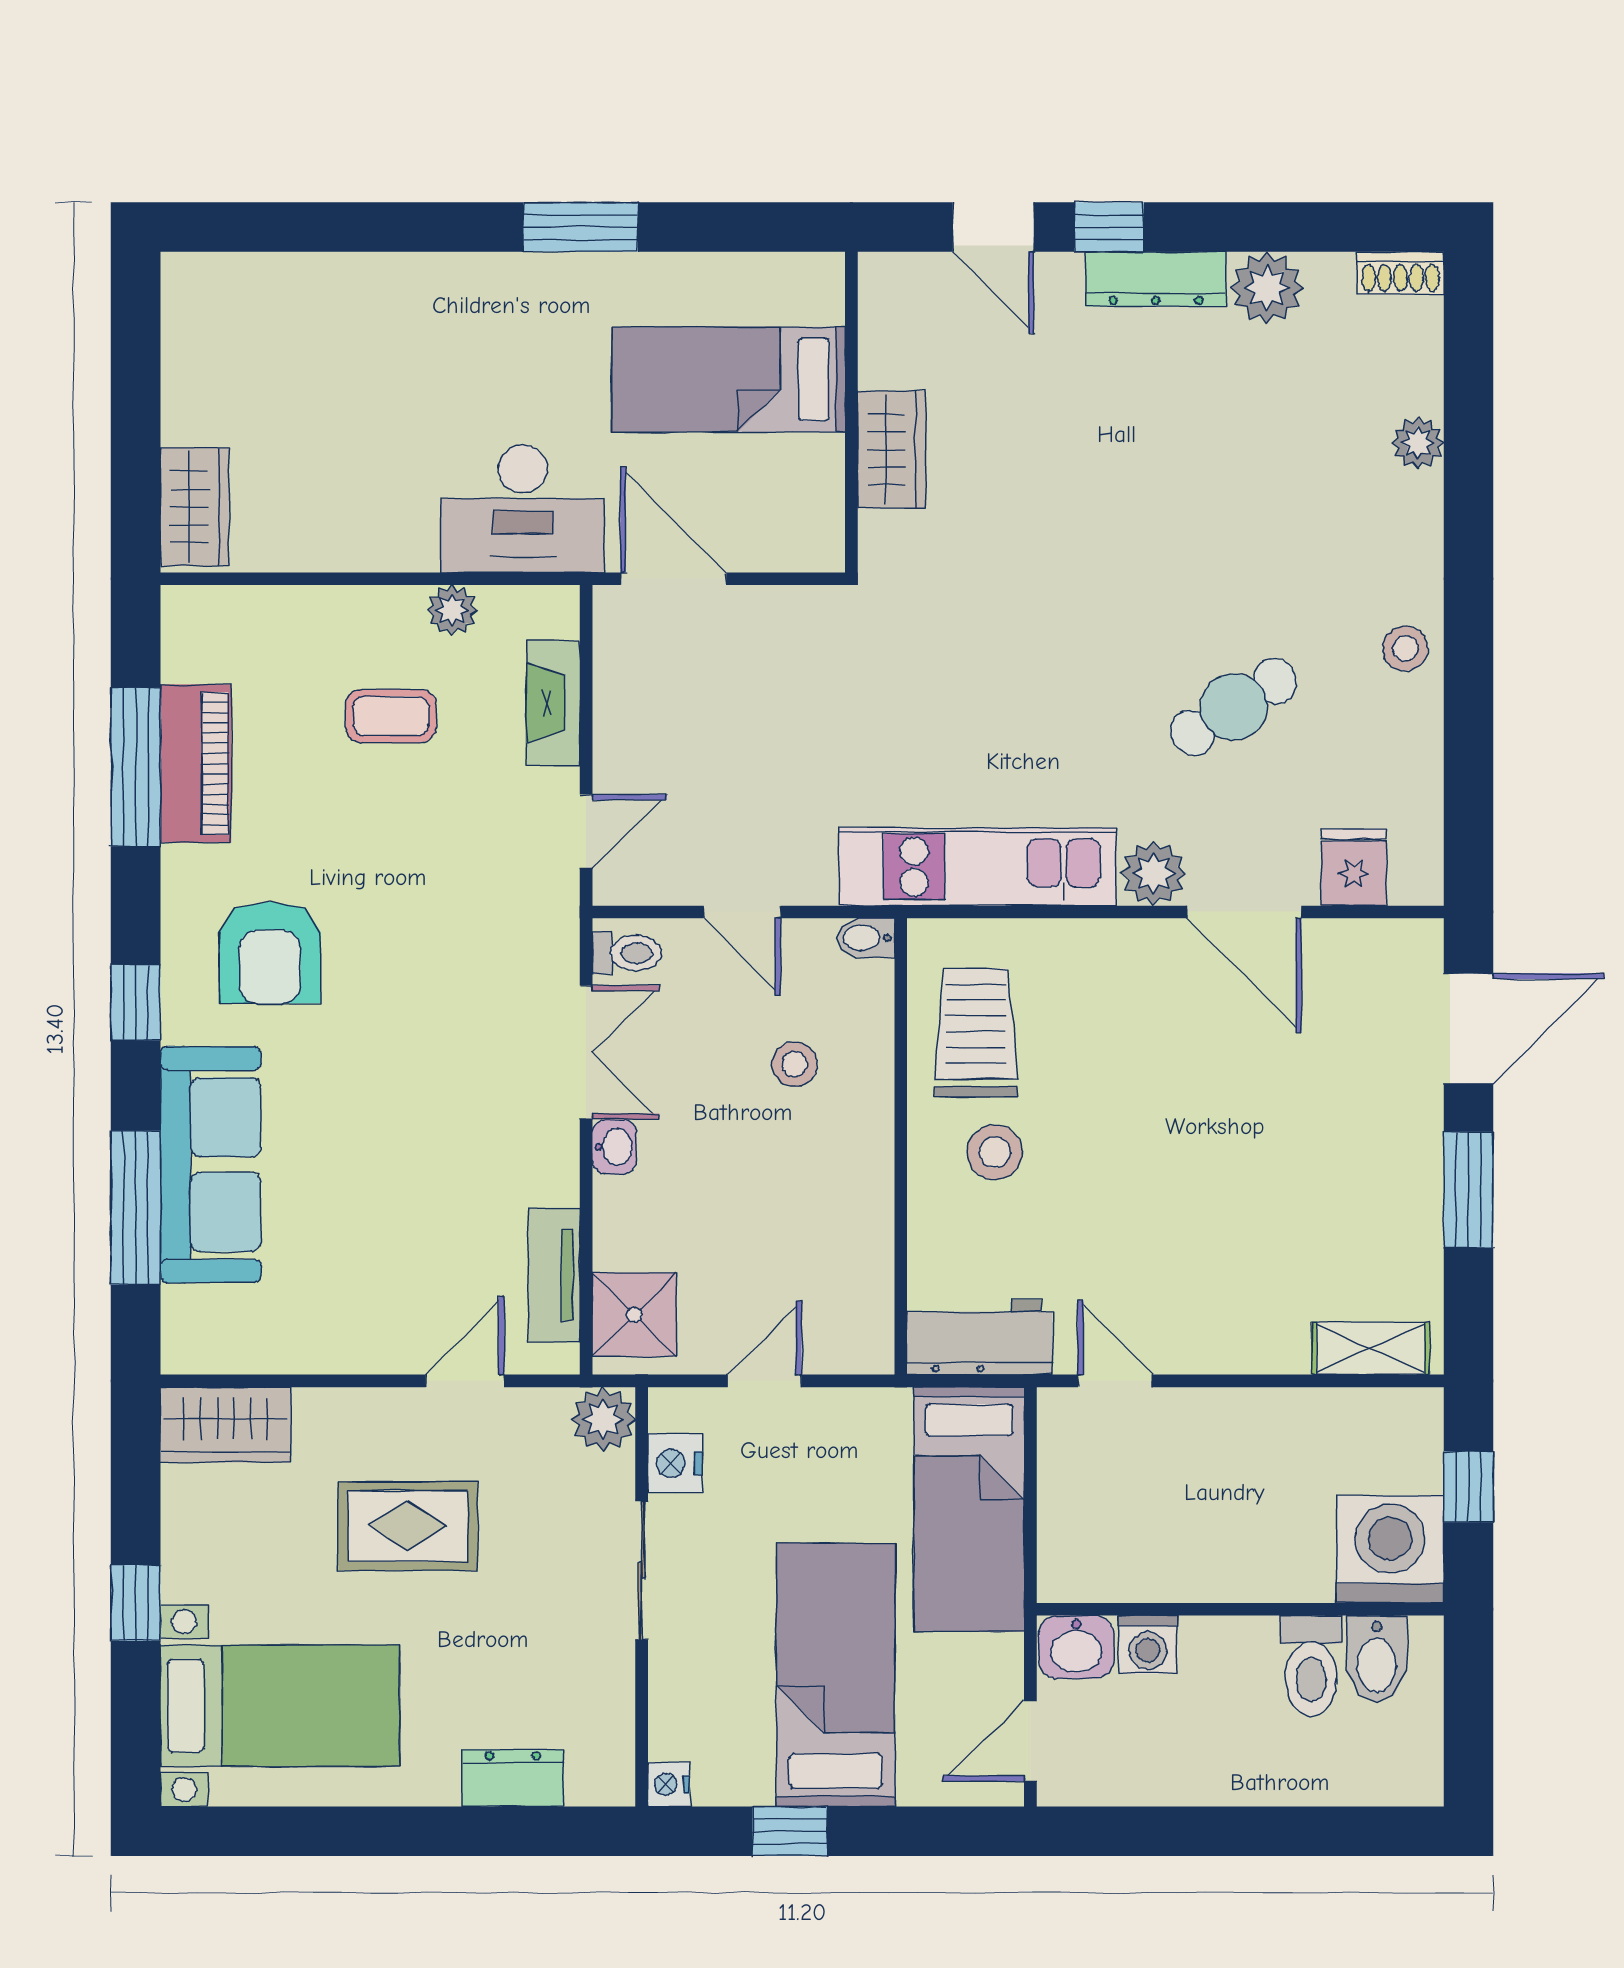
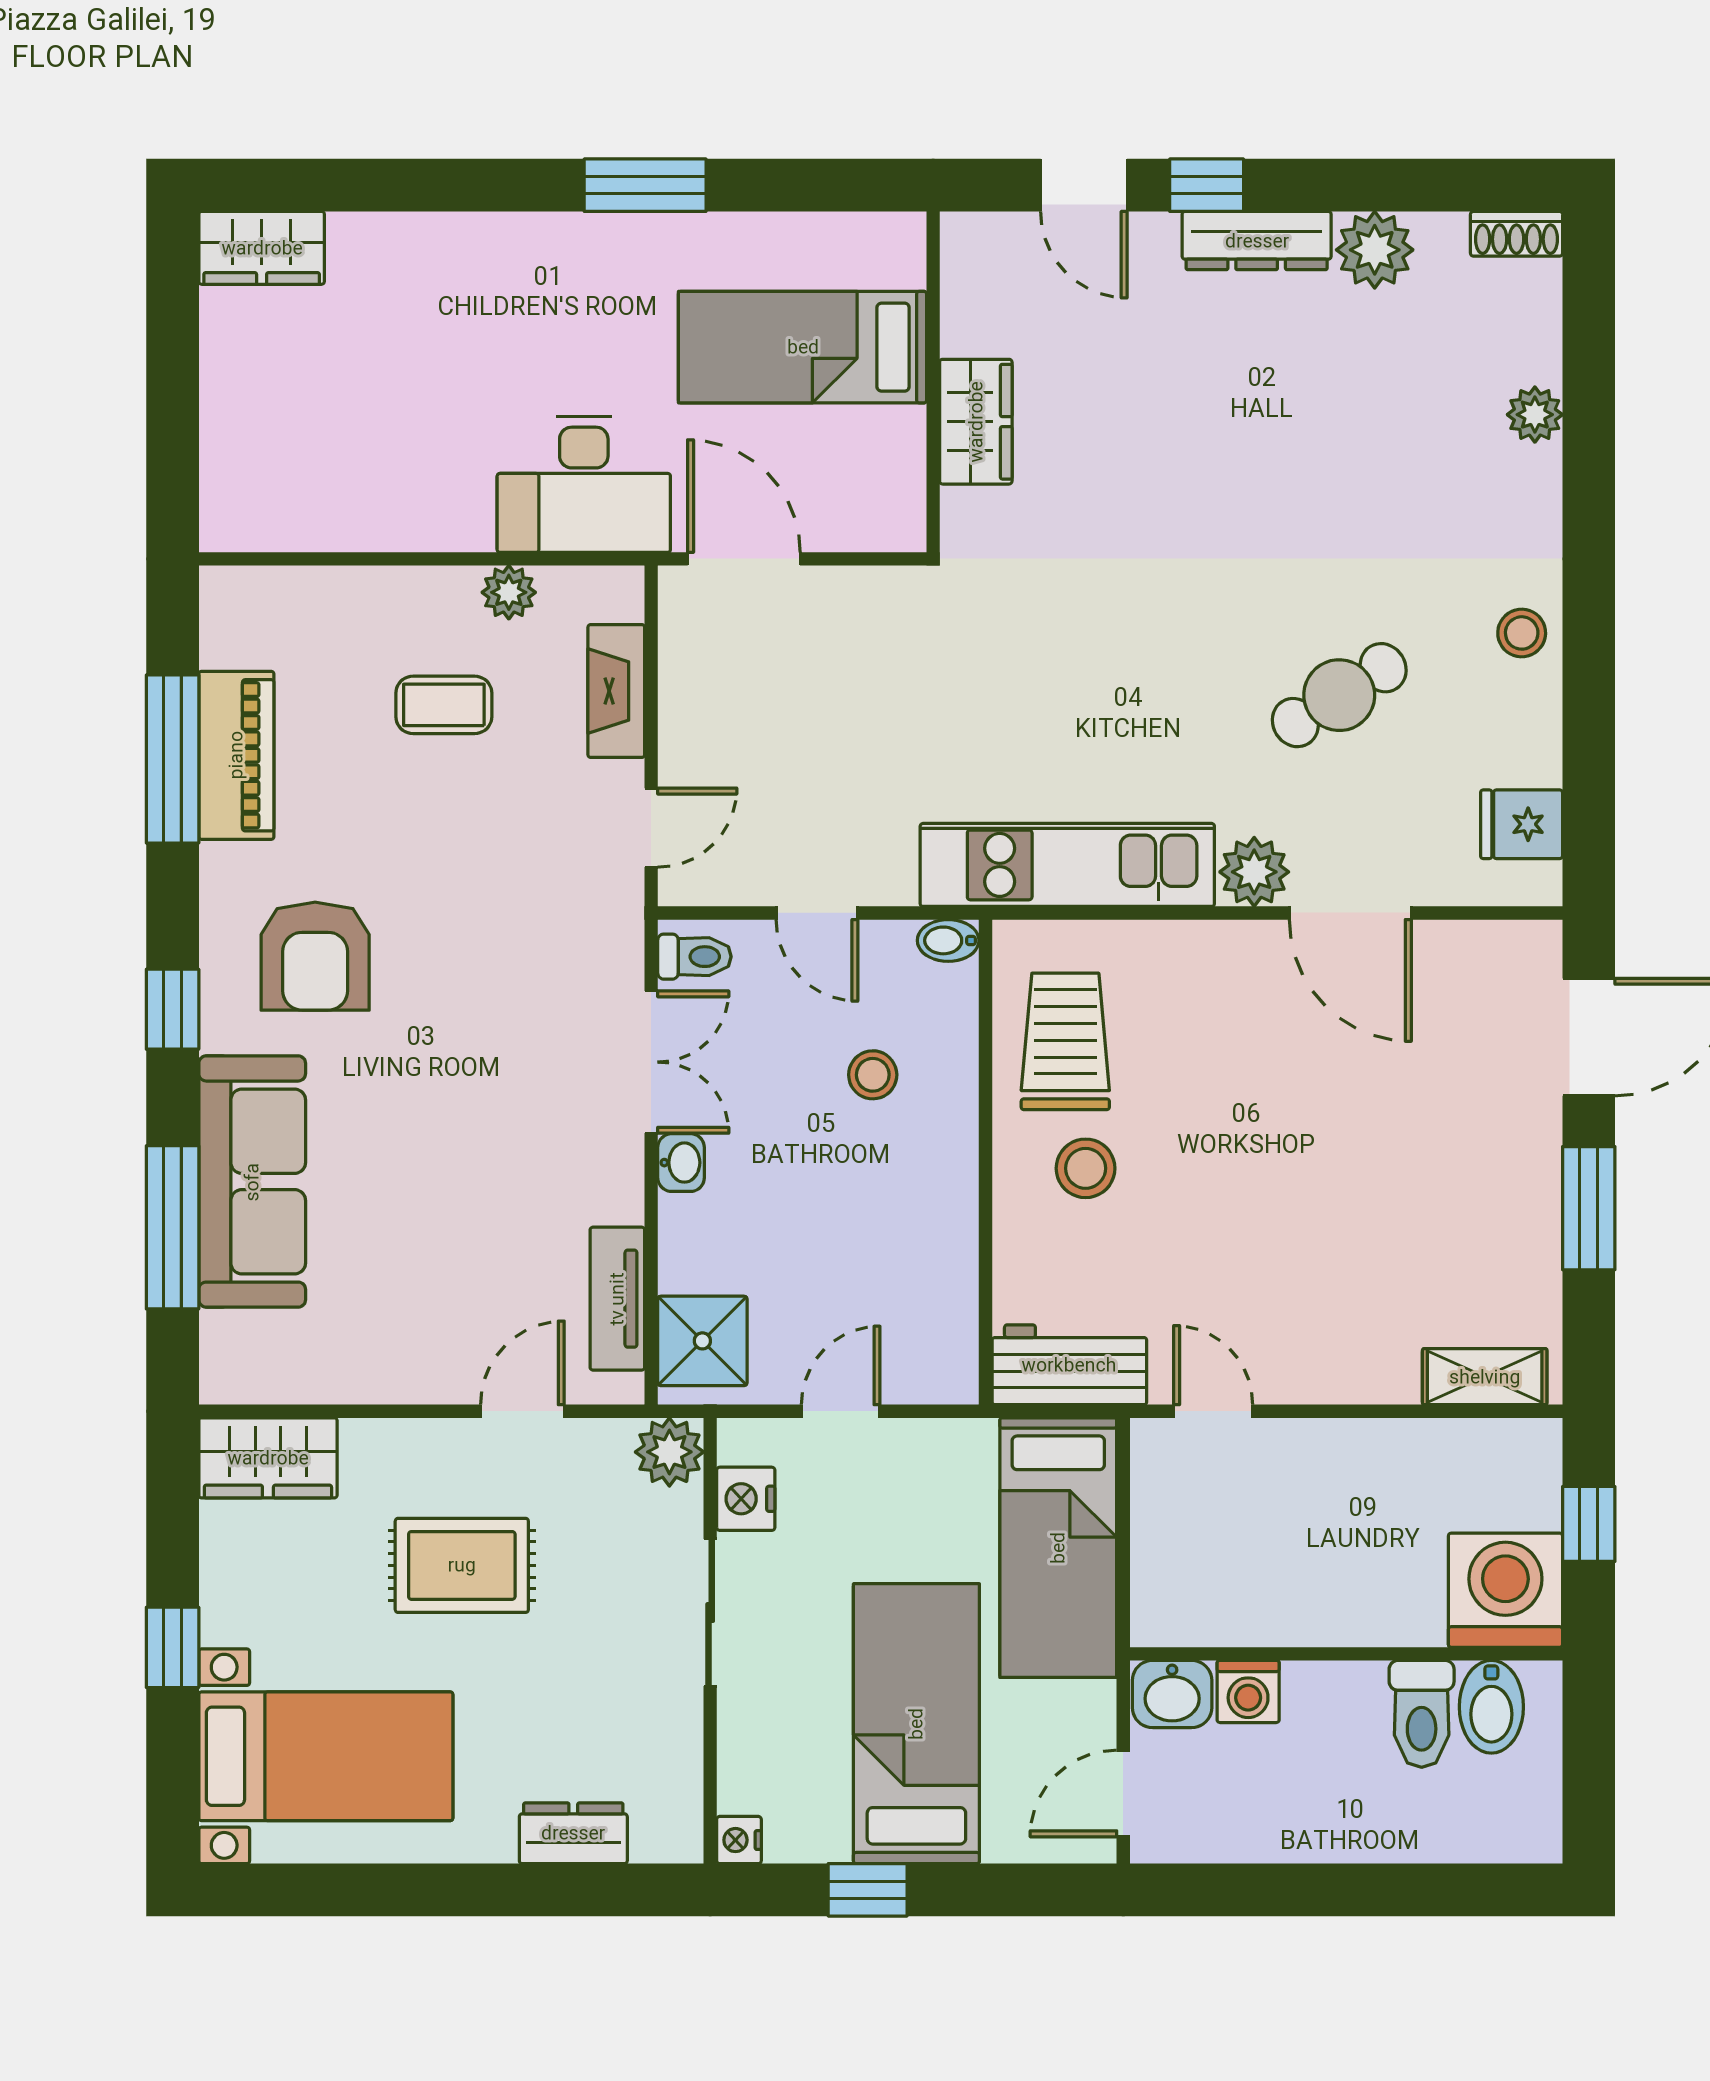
wardrobe: (195, 507) -> (262, 248), moved, turned 90
fridge: (1354, 867) -> (1522, 824), moved, turned -90

